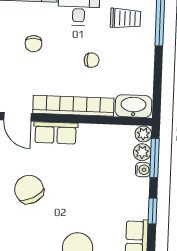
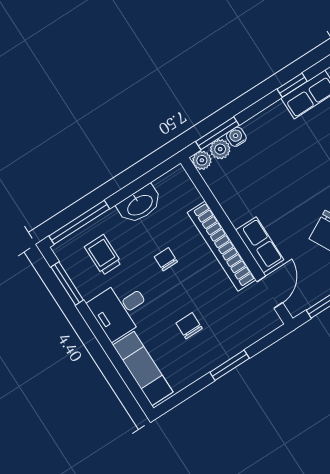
chair: (33, 44) -> (189, 326), turned -90
washbasin: (133, 106) -> (140, 205), moved, turned -90
window: (153, 211) -> (292, 85), moved

